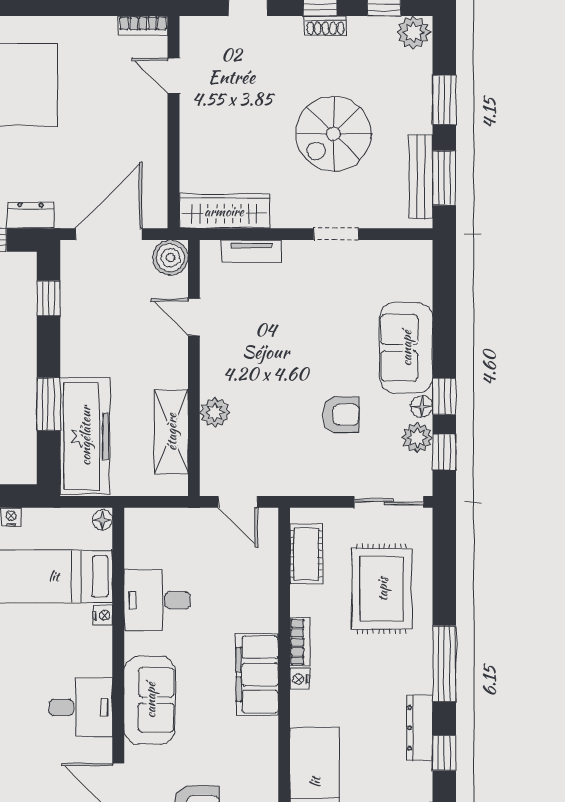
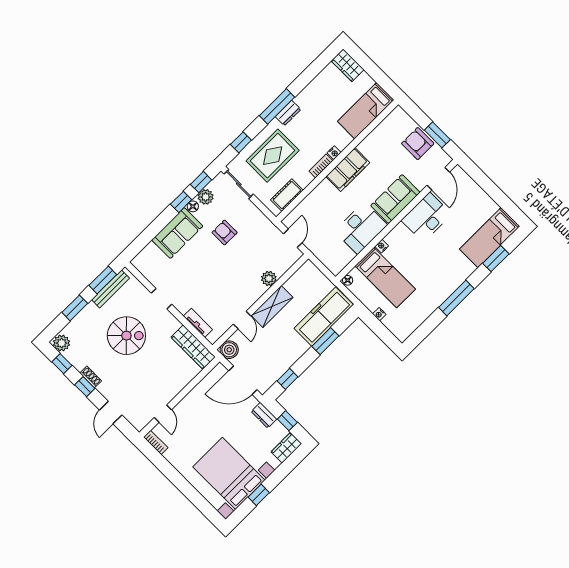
shelving: (171, 432) -> (272, 306), moved
desk: (157, 600) -> (361, 228), width x1.37
desk: (81, 707) -> (426, 217), width x1.37
dresser: (420, 728) -> (288, 113), moved, width x0.70
window: (444, 753) -> (241, 142), moved

